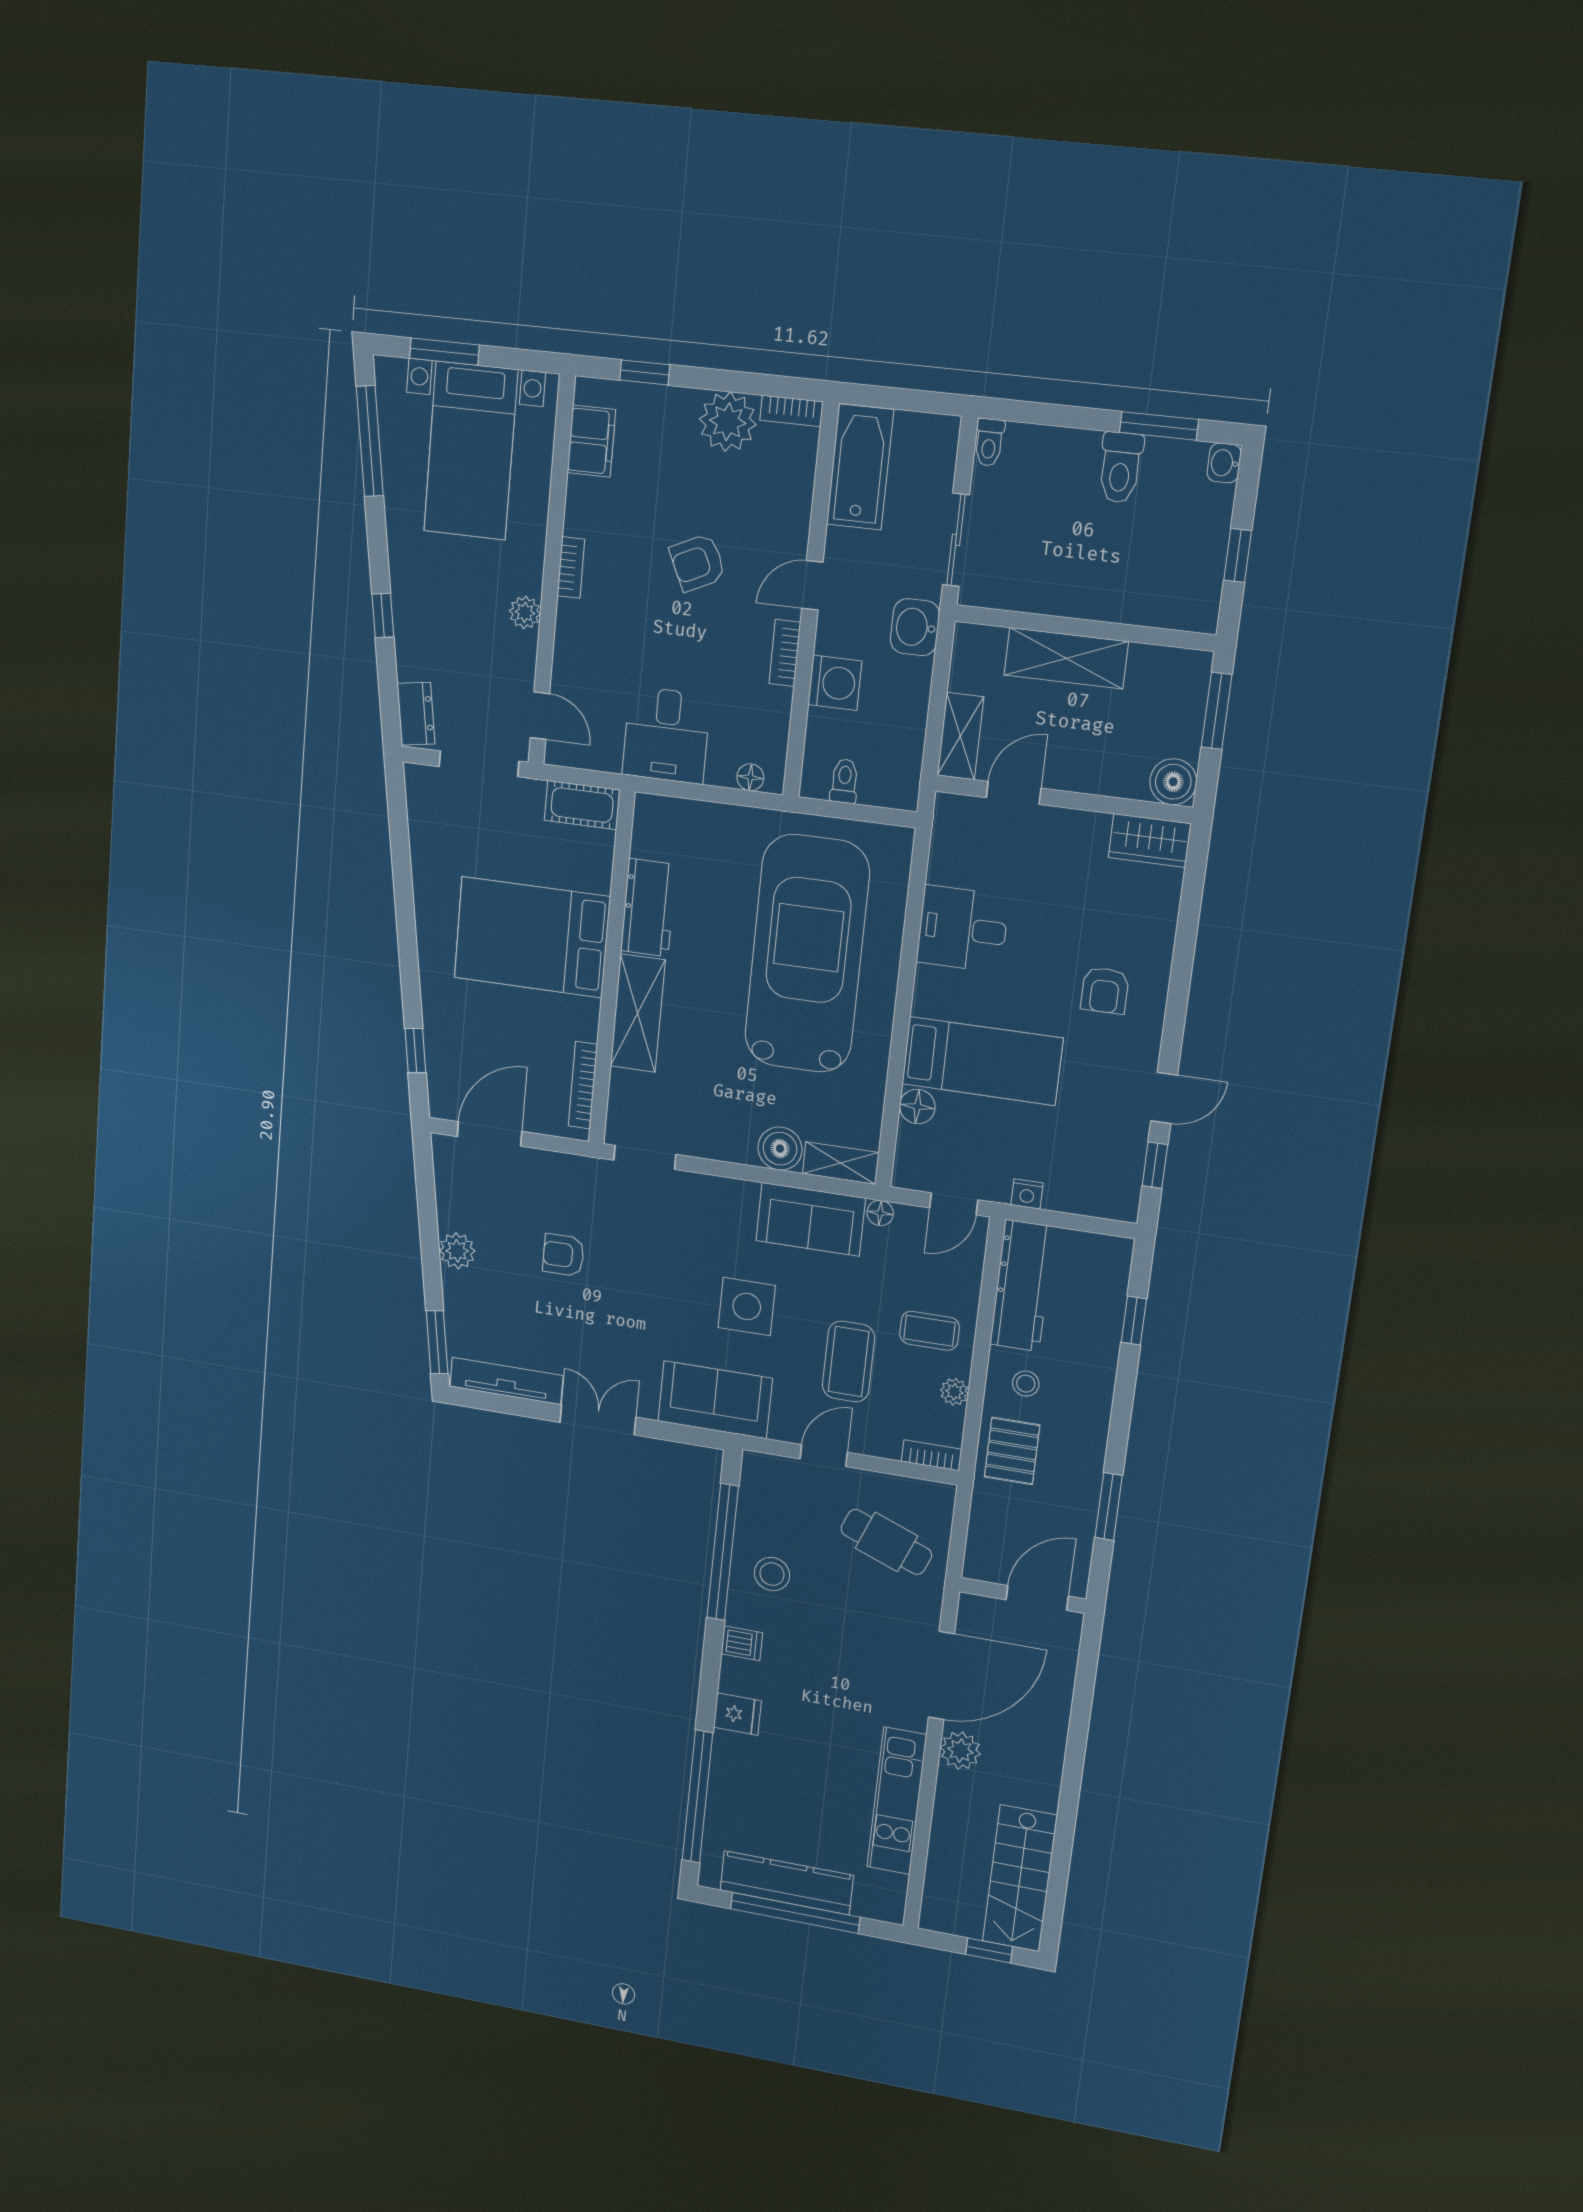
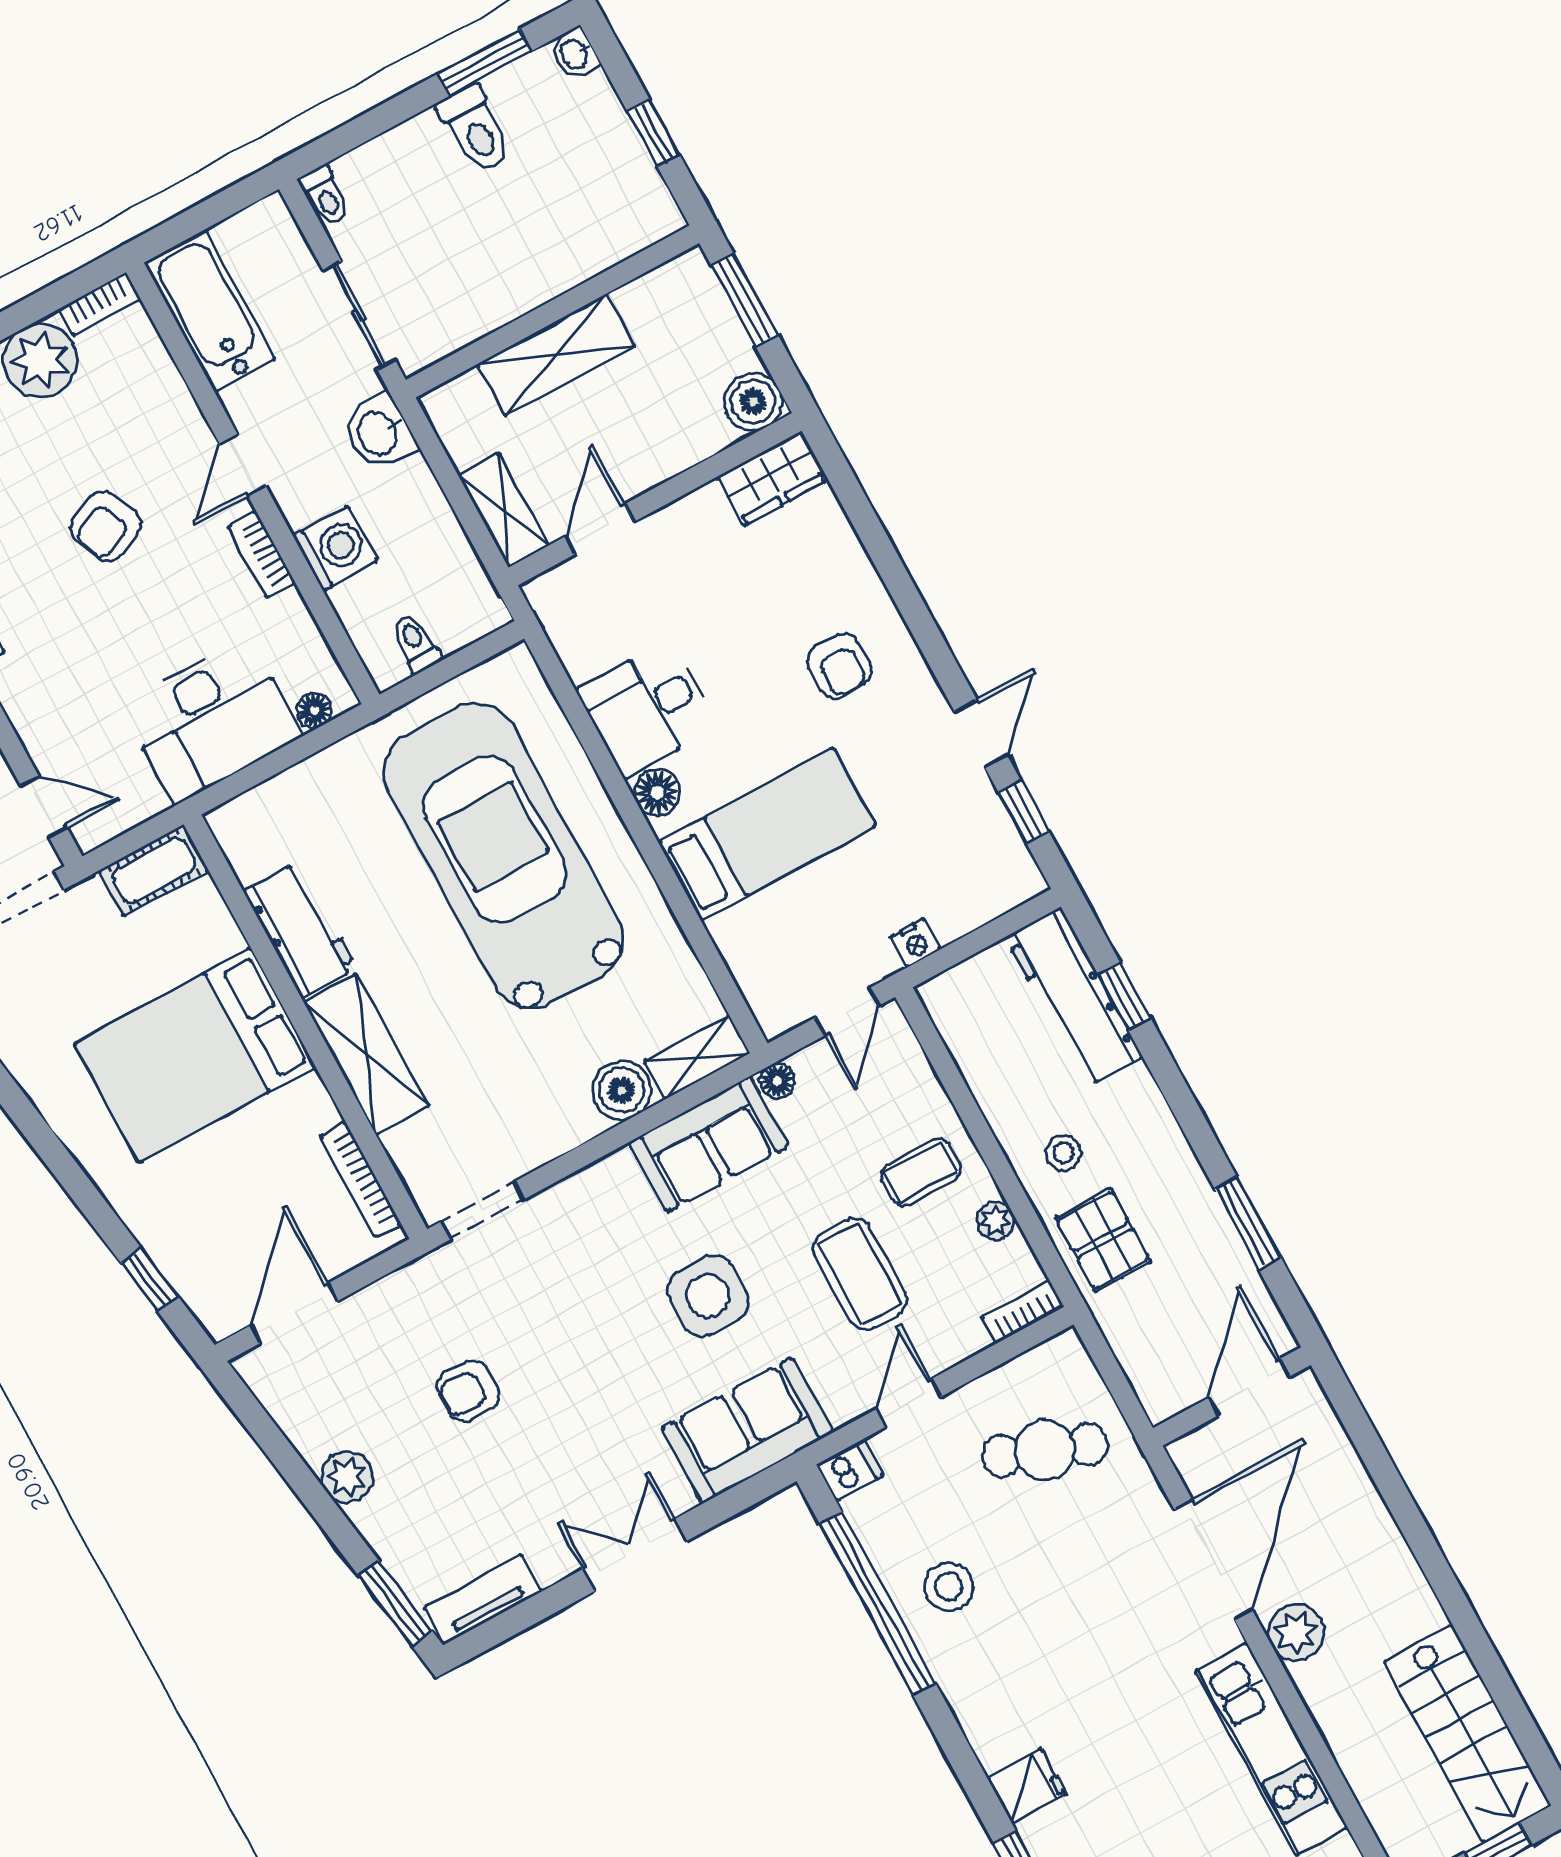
desk: (666, 735) -> (212, 720), width x1.37
floor lamp: (917, 1107) -> (657, 792), moved
workbench: (1022, 1286) -> (1074, 997), moved, turned 180
tv unit: (506, 1381) -> (483, 1599), width x0.71
dishwasher: (742, 1643) -> (850, 1470), moved

